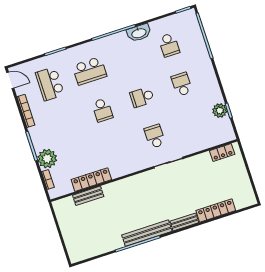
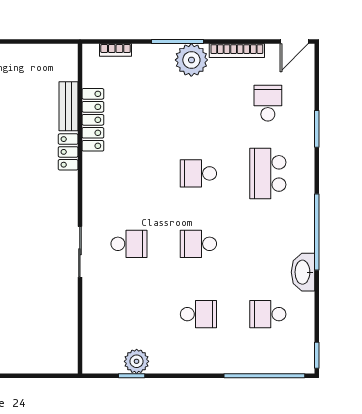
school desk: (50, 84) -> (268, 103), width x0.54
school desk: (142, 97) -> (198, 244), turned -90
locker: (222, 152) -> (68, 152), moved
plant: (47, 159) -> (191, 60), moved

